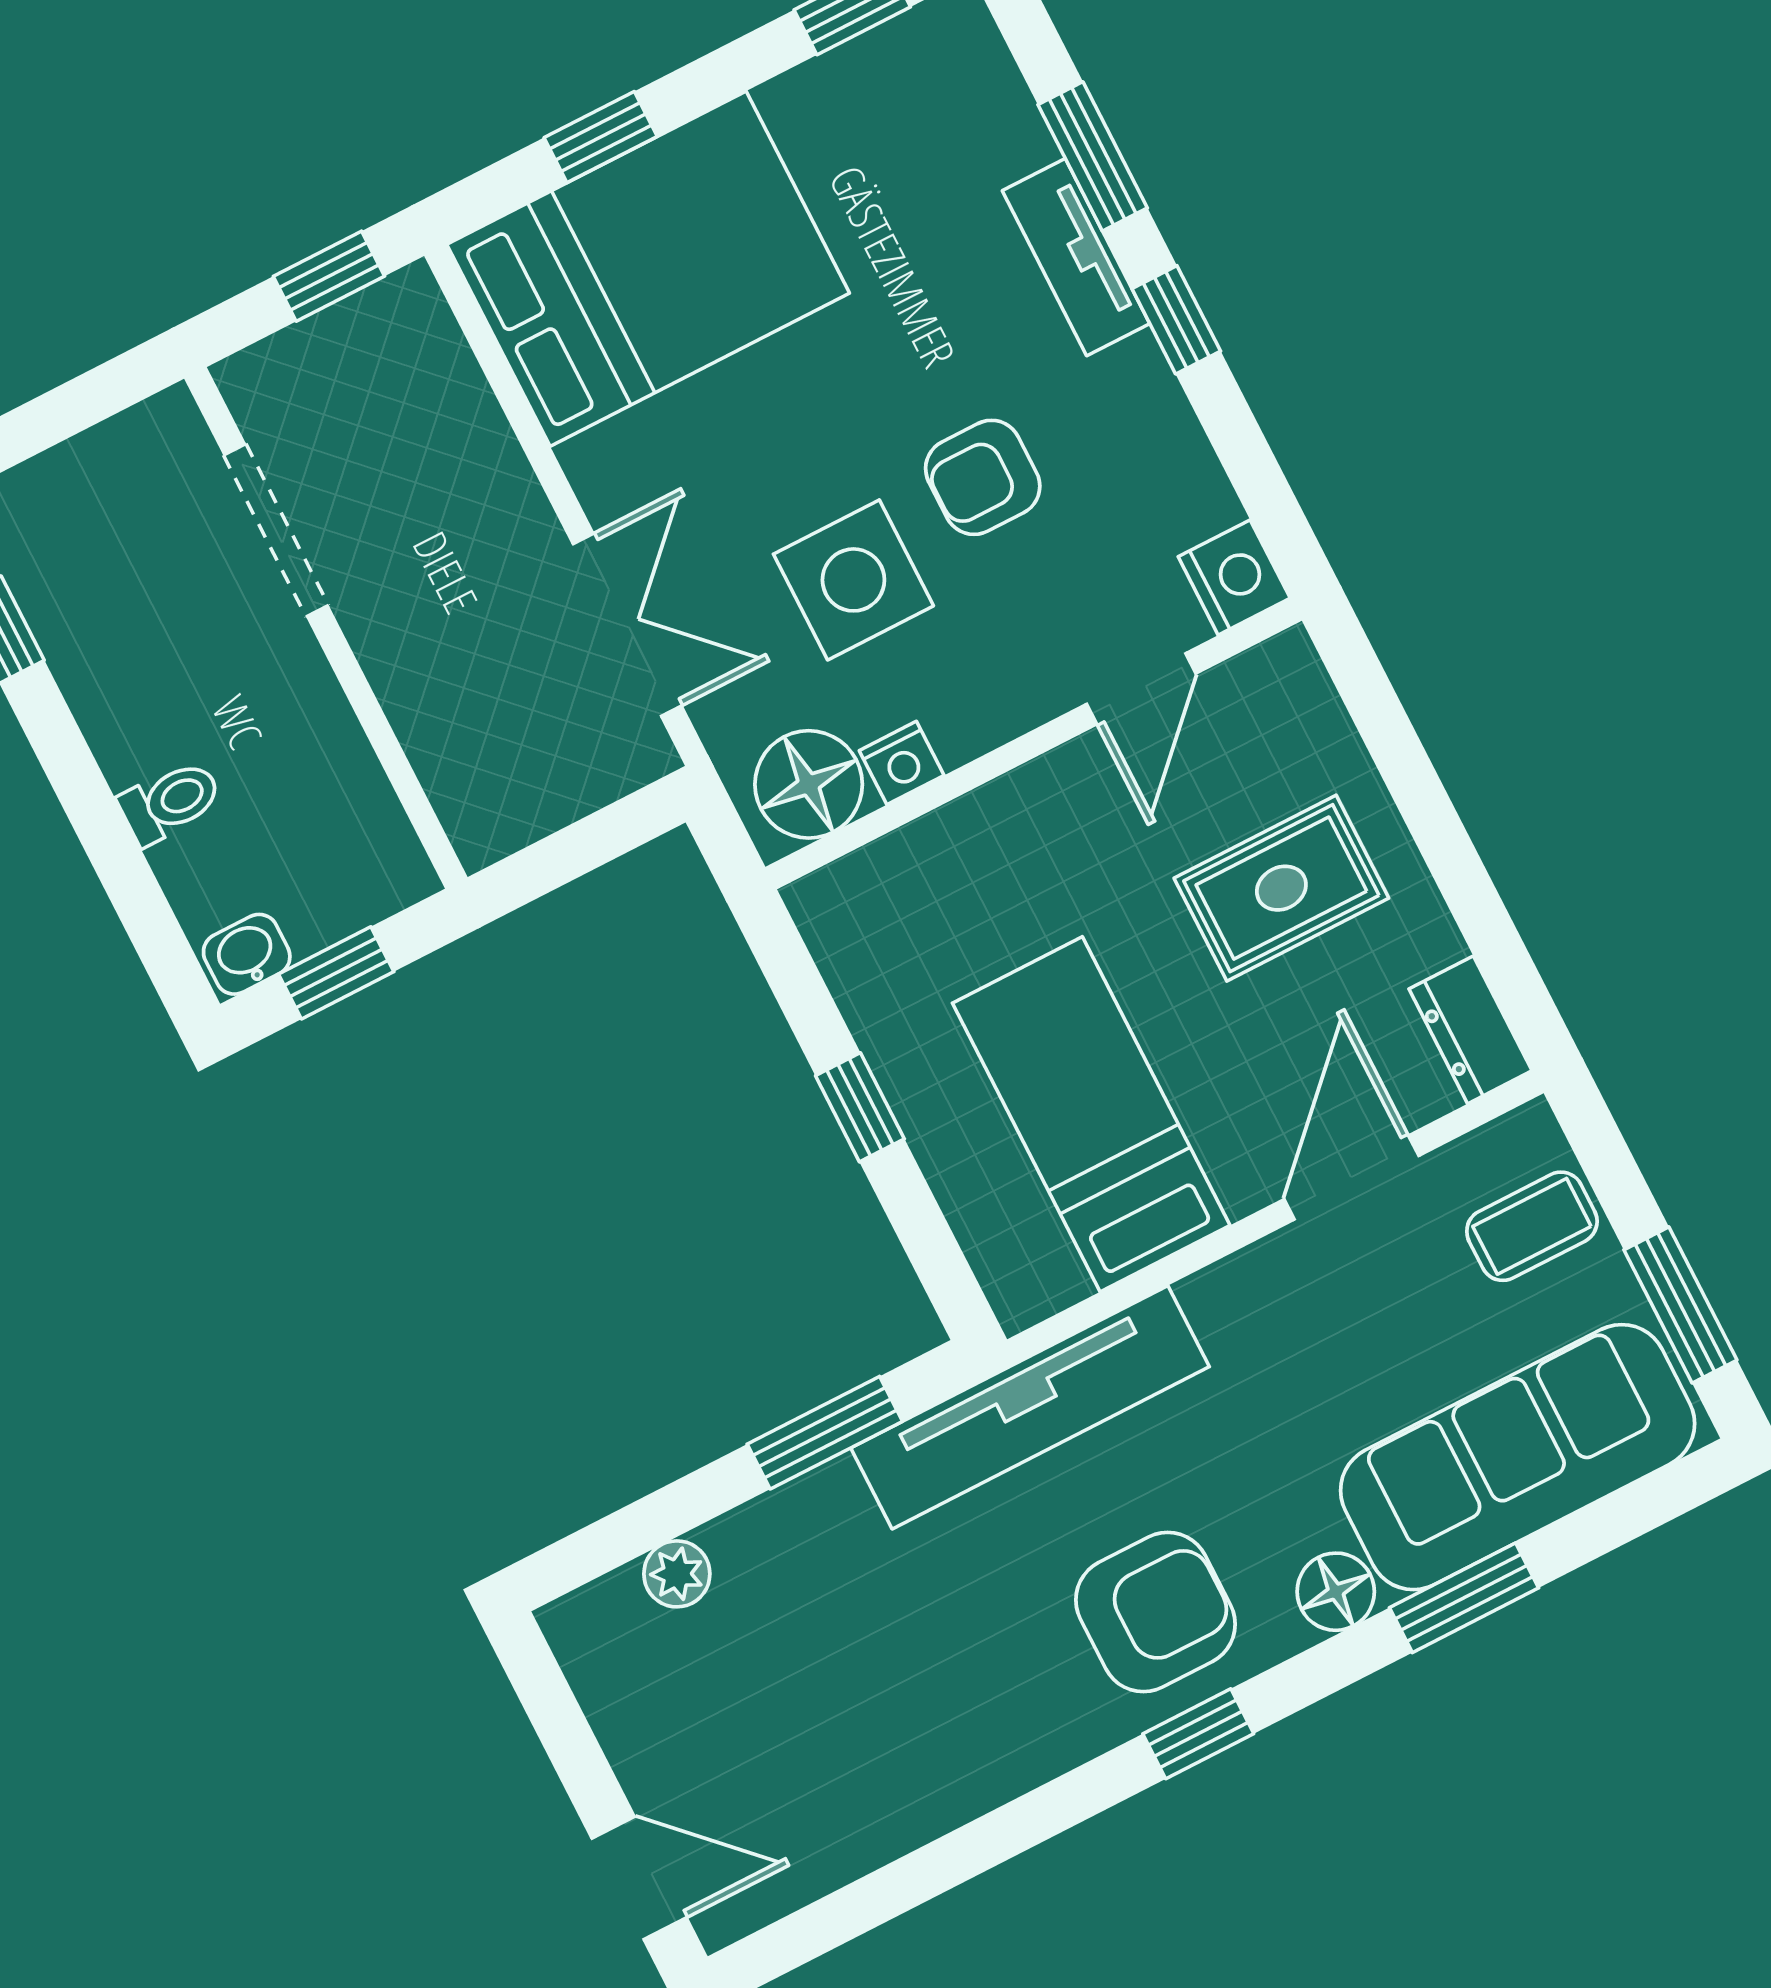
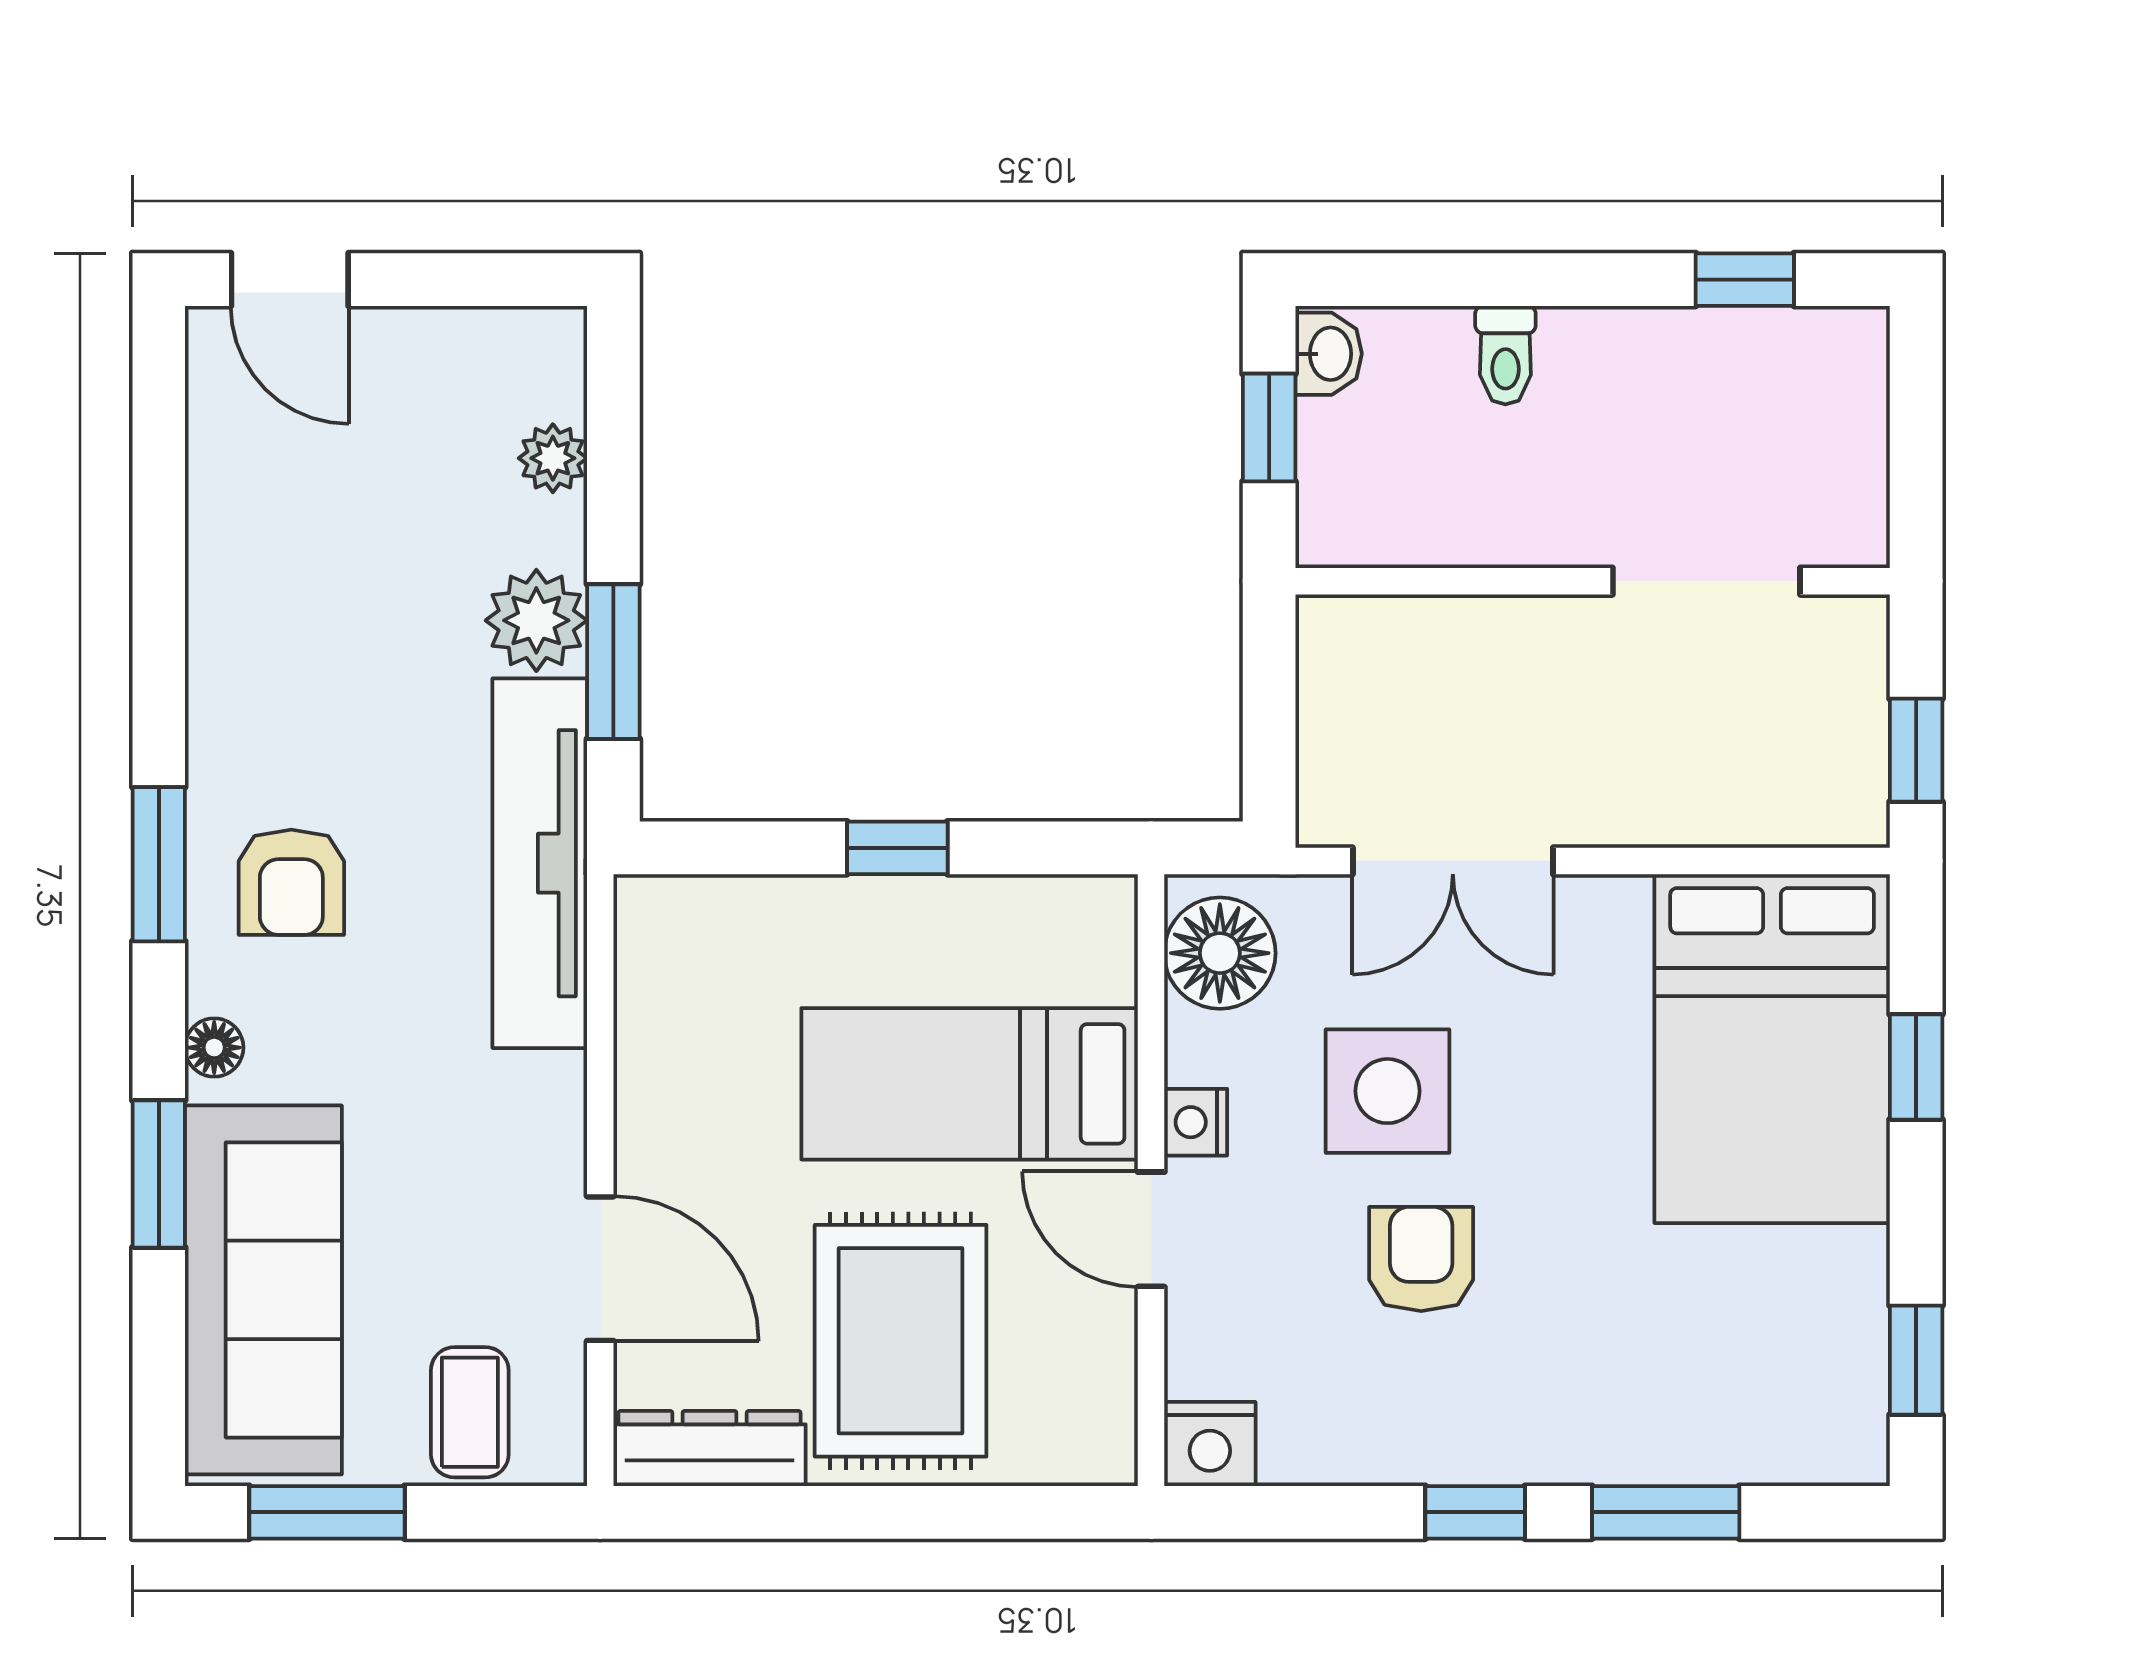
tv unit: (1076, 257) -> (1581, 1449), removed
door: (1141, 689) -> (1151, 1229), moved
nightstand: (902, 763) -> (1196, 1122), moved
rug: (1281, 888) -> (901, 1341), width x1.36, depth x1.43
dresser: (1471, 1030) -> (710, 1448), width x1.44
bed: (1091, 1114) -> (970, 1084), moved, turned 180
plant: (823, 1517) -> (536, 620), added
floor lamp: (1336, 1592) -> (214, 1048), width x0.73, depth x0.73
armchair: (1156, 1612) -> (291, 882), width x0.72, depth x0.72
window: (1198, 1734) -> (159, 864), width x1.50
door: (639, 1878) -> (290, 280), hinge flipped

